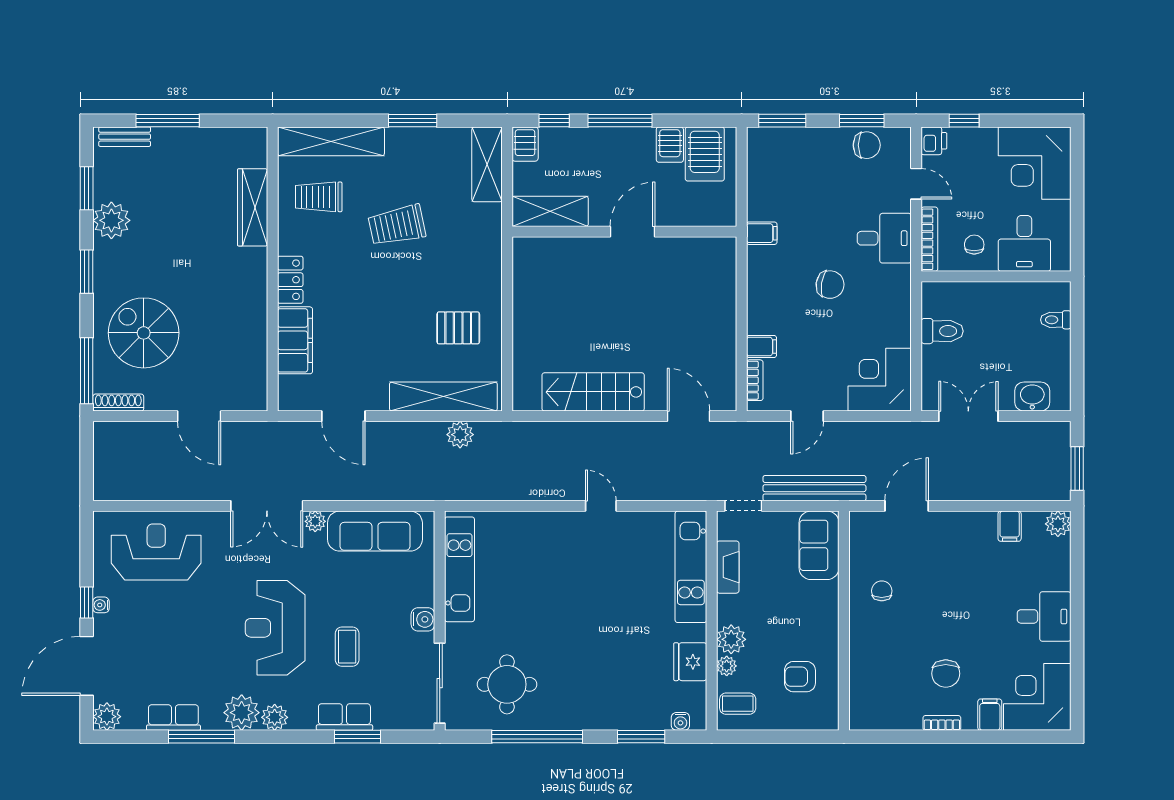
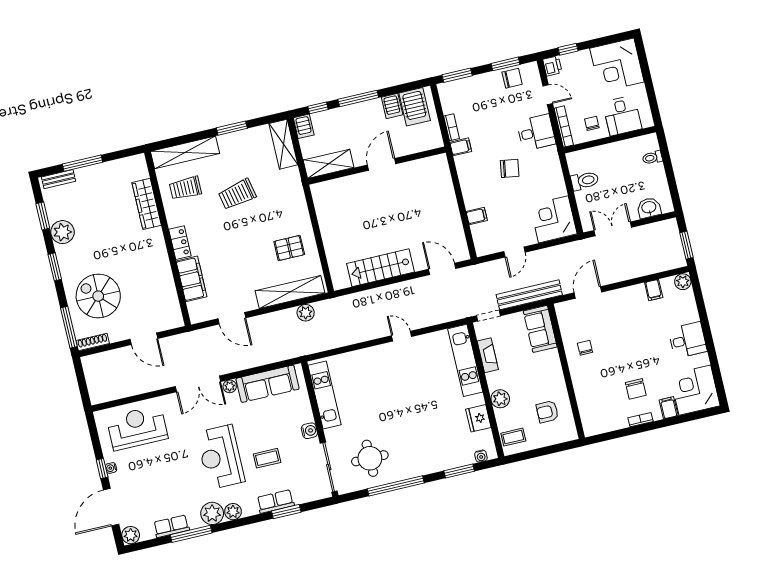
bookcase: (755, 380) -> (452, 127), moved
coffee table: (347, 647) -> (267, 458), turned 90
plant: (727, 666) -> (501, 416), removed

